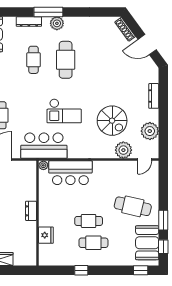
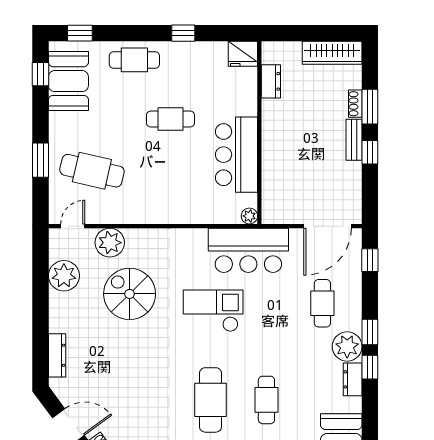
dresser: (154, 96) -> (57, 355), moved
bar counter: (70, 173) -> (237, 155), moved, turned -90
cafe table: (133, 206) -> (92, 171), moved
dresser: (31, 211) -> (271, 81), moved
window: (163, 220) -> (40, 160), moved
fridge: (46, 235) -> (243, 54), moved, turned -90
cafe table: (93, 243) -> (134, 60), moved

